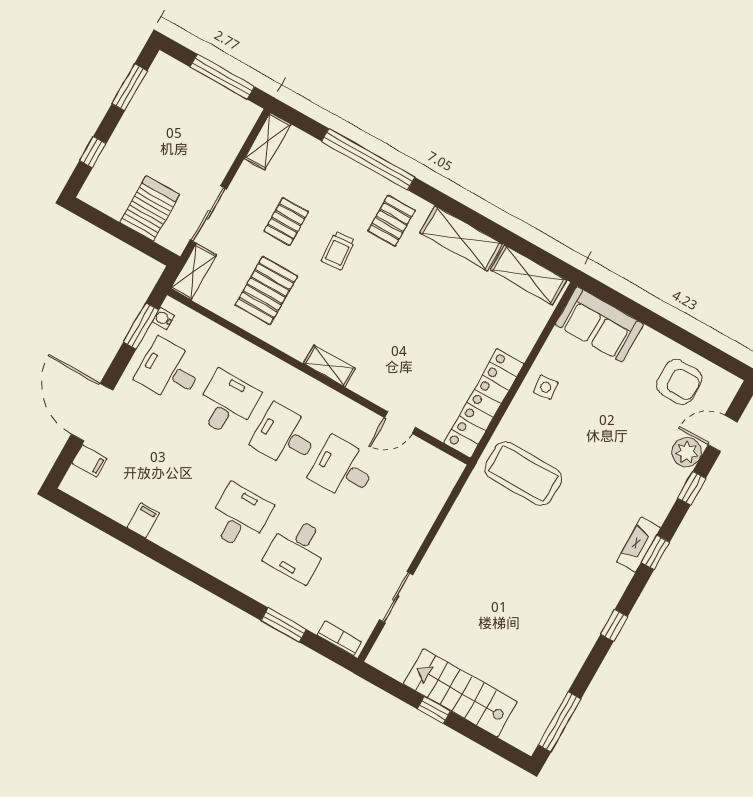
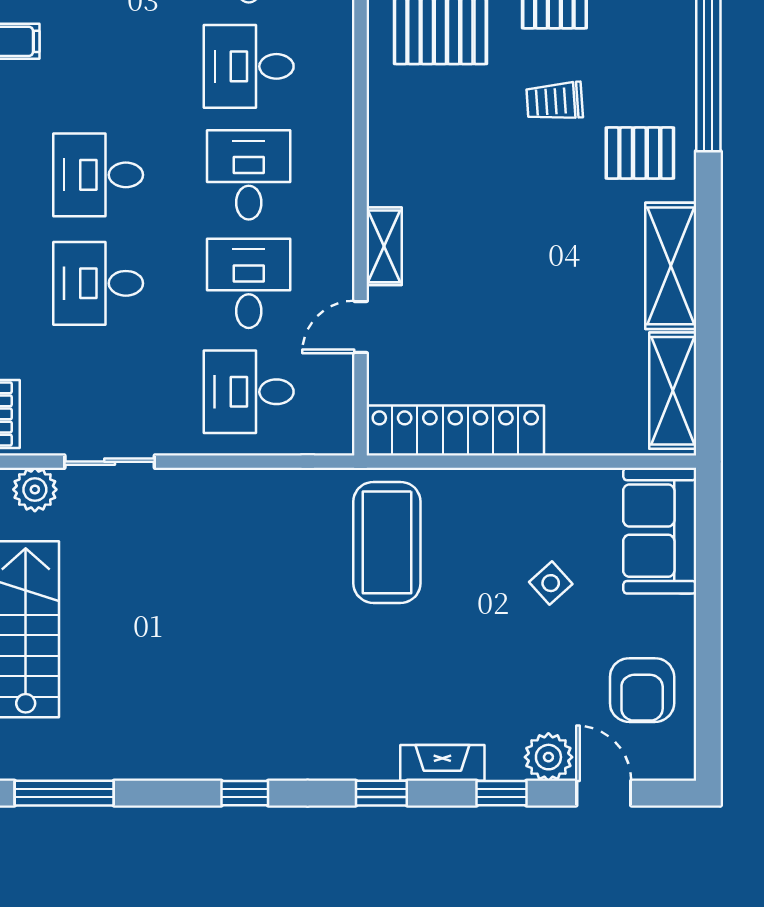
shelving: (329, 366) -> (384, 246), moved
side table: (546, 387) -> (551, 583), moved, turned -36
desk: (227, 404) -> (249, 66), turned 180
door: (400, 423) -> (361, 327), hinge flipped
desk: (401, 502) -> (249, 392), added
desk: (239, 517) -> (98, 175), turned 180
fireplace: (638, 545) -> (442, 763), moved
plant: (388, 646) -> (35, 490), added

